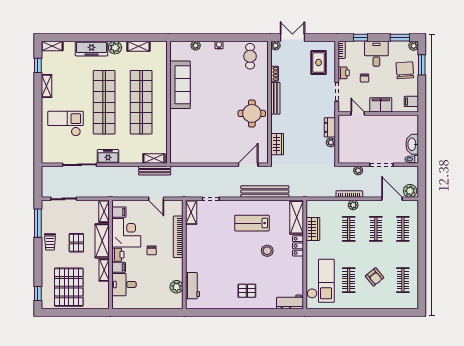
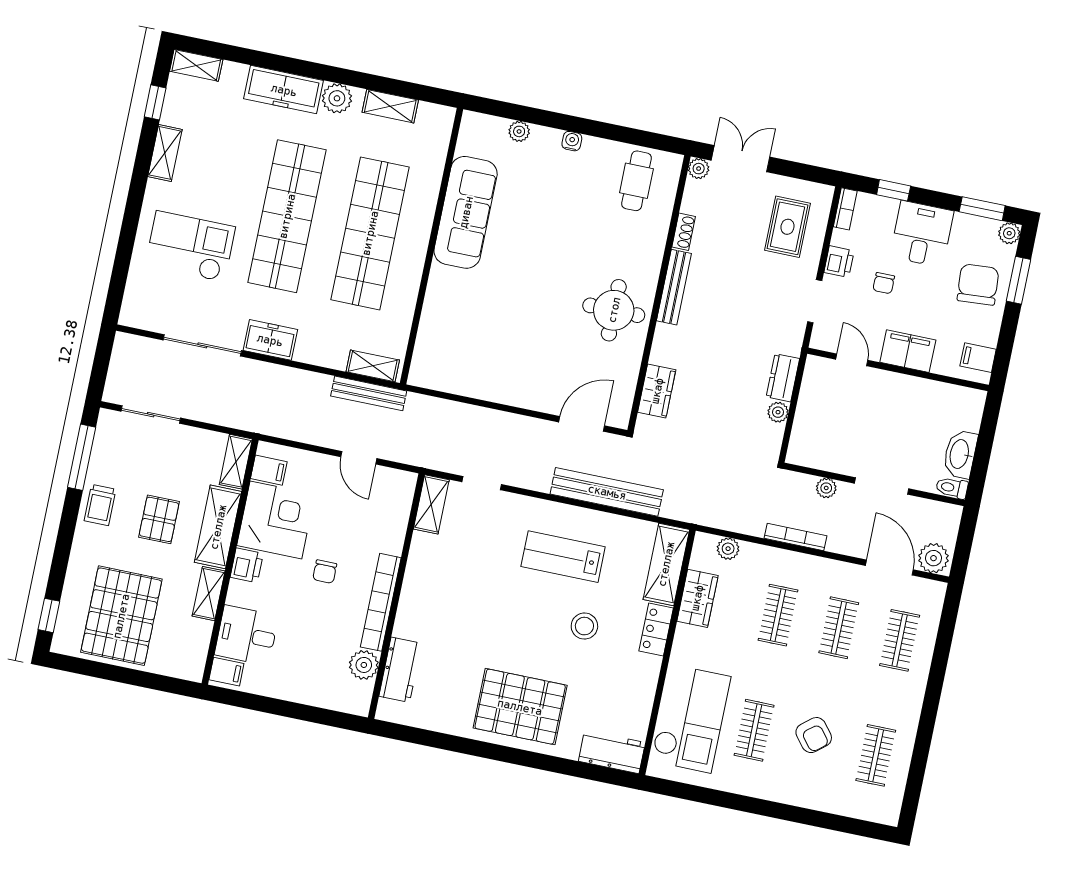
plant: (353, 205) -> (728, 549), moved
bookcase: (178, 237) -> (381, 602), moved
filing cabinet: (119, 267) -> (226, 672), moved
pallet: (247, 291) -> (520, 707), width x2.05, depth x2.00

